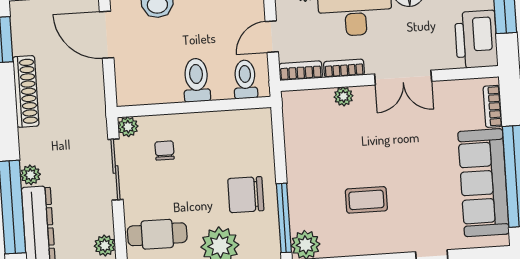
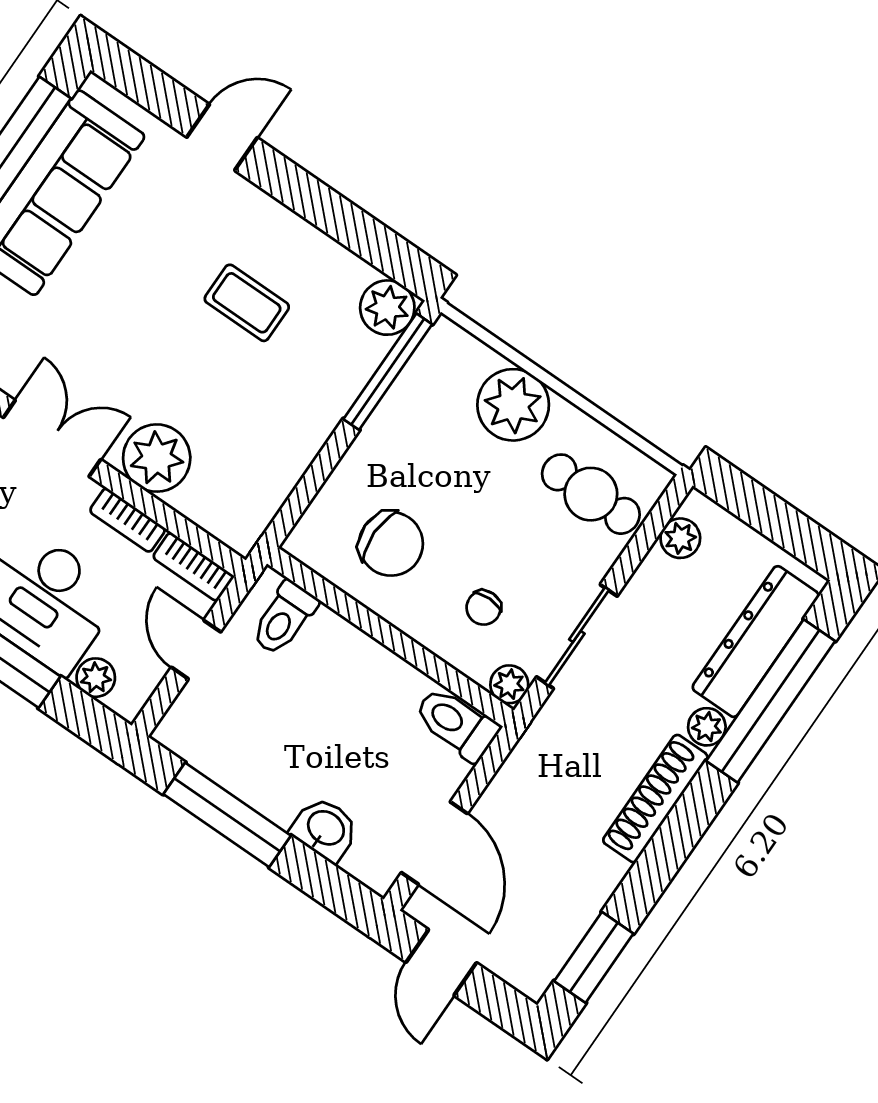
door: (272, 37) -> (196, 650), swing flipped
toilet: (196, 80) -> (456, 724), moved, turned 90
shoe rack: (26, 91) -> (655, 799), moved
plant: (343, 96) -> (157, 458), width x1.88, depth x1.88
chair: (246, 195) -> (391, 544), moved

